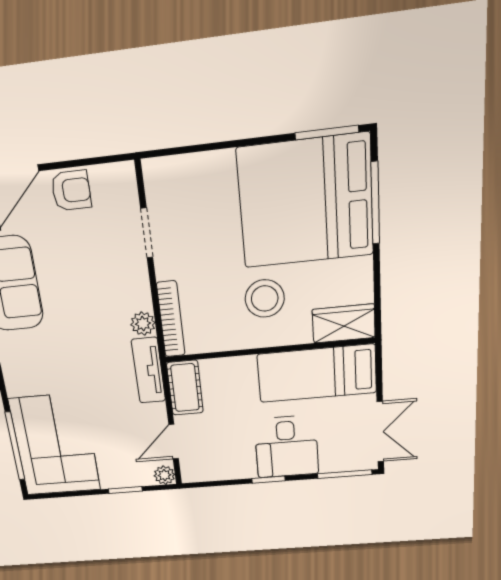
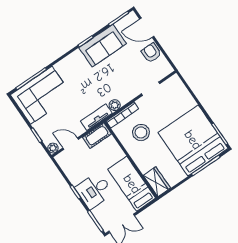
armchair: (71, 190) -> (151, 53), turned 180
stool: (265, 298) -> (141, 132), moved

